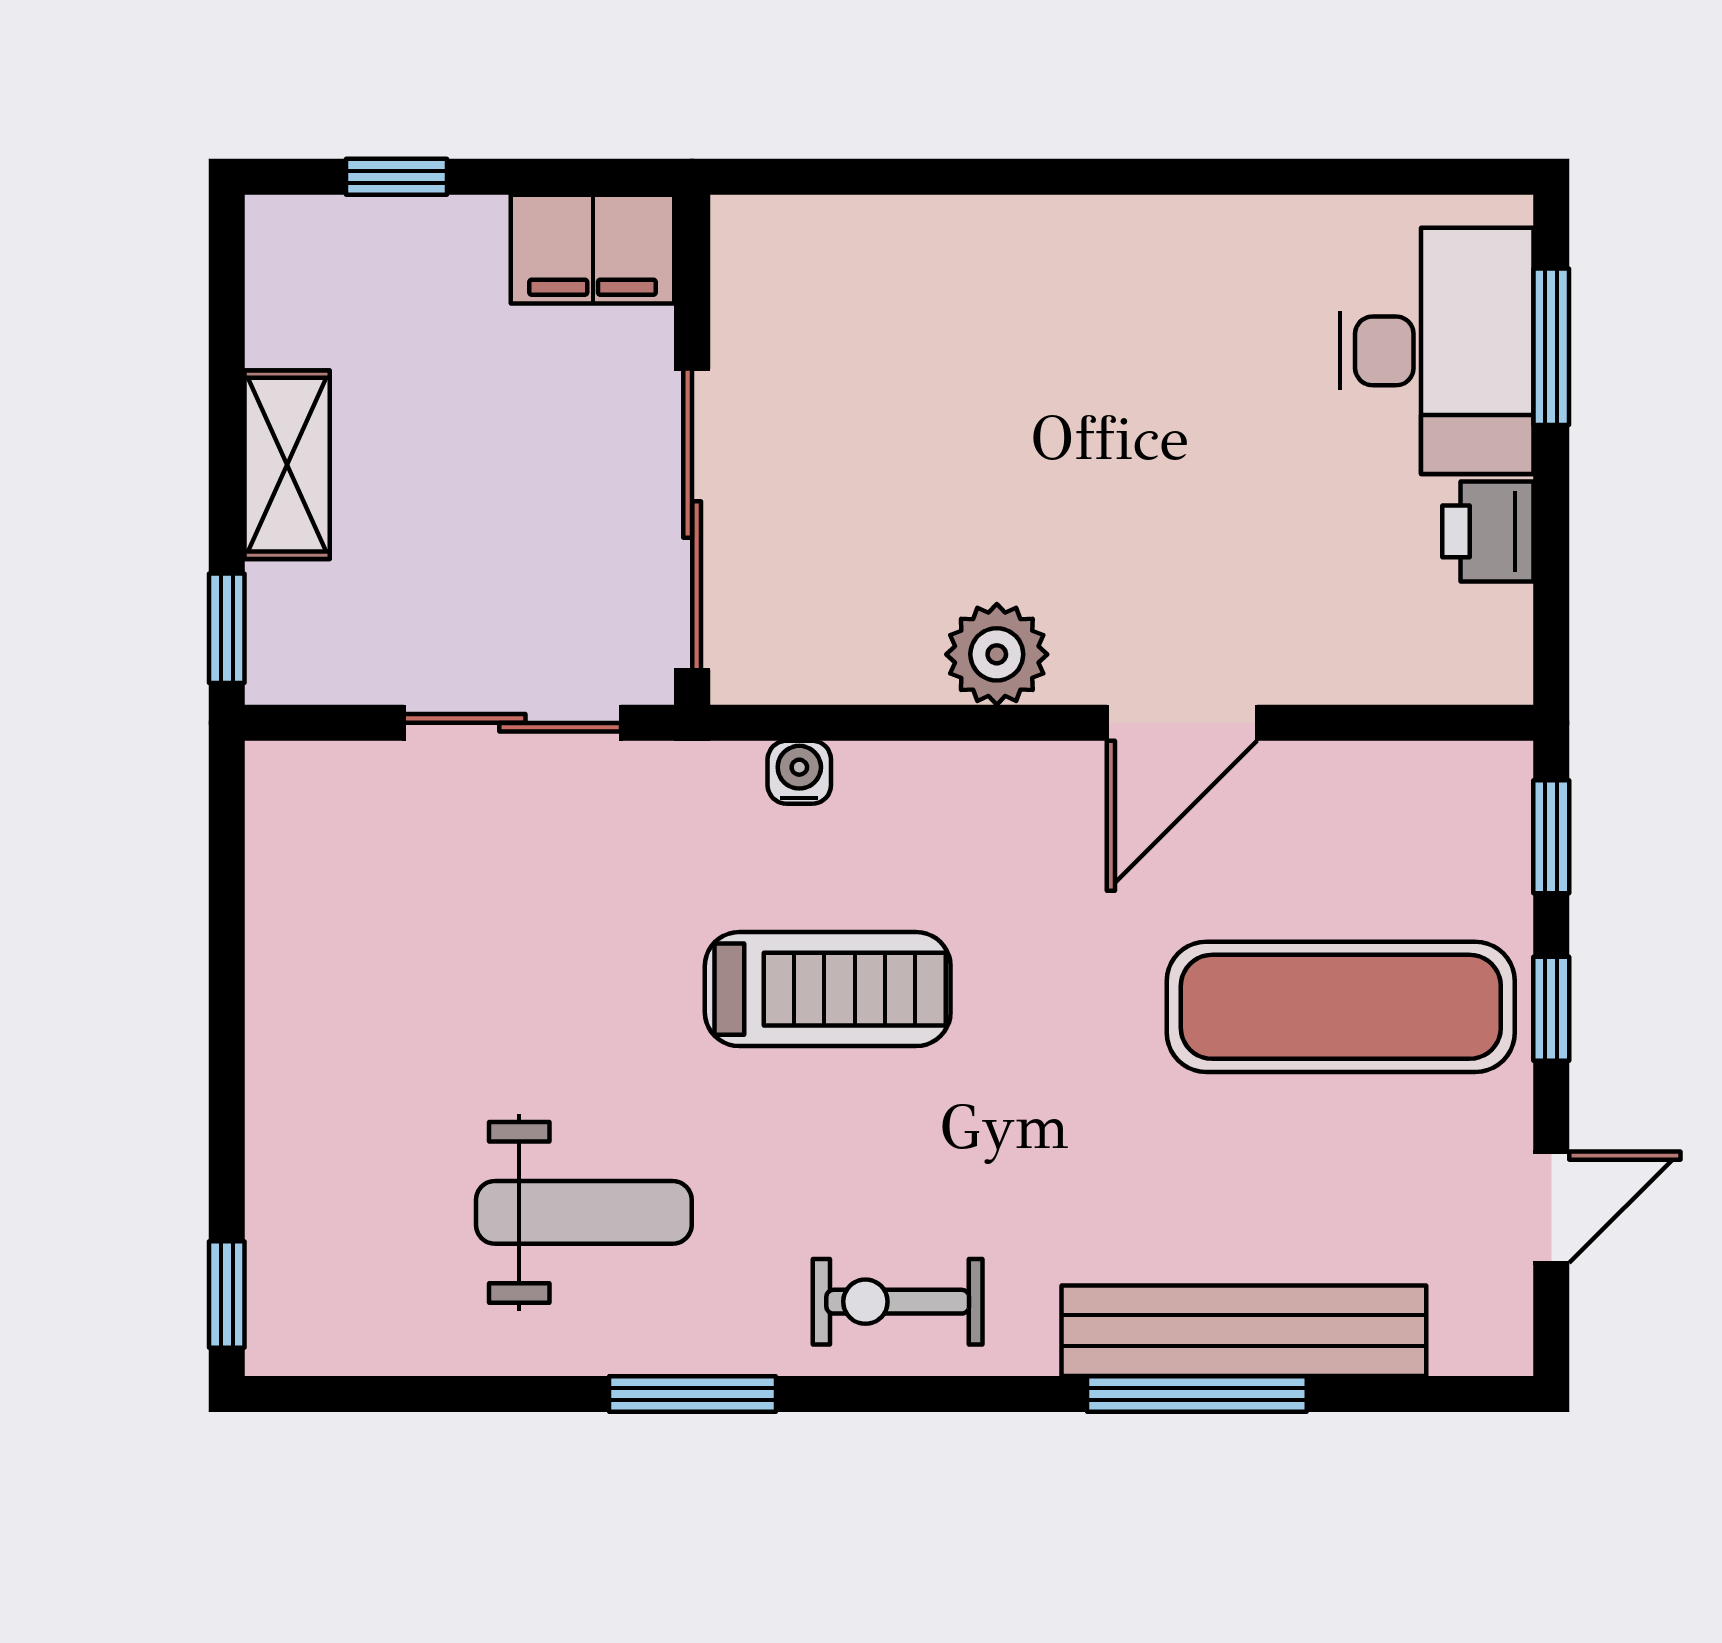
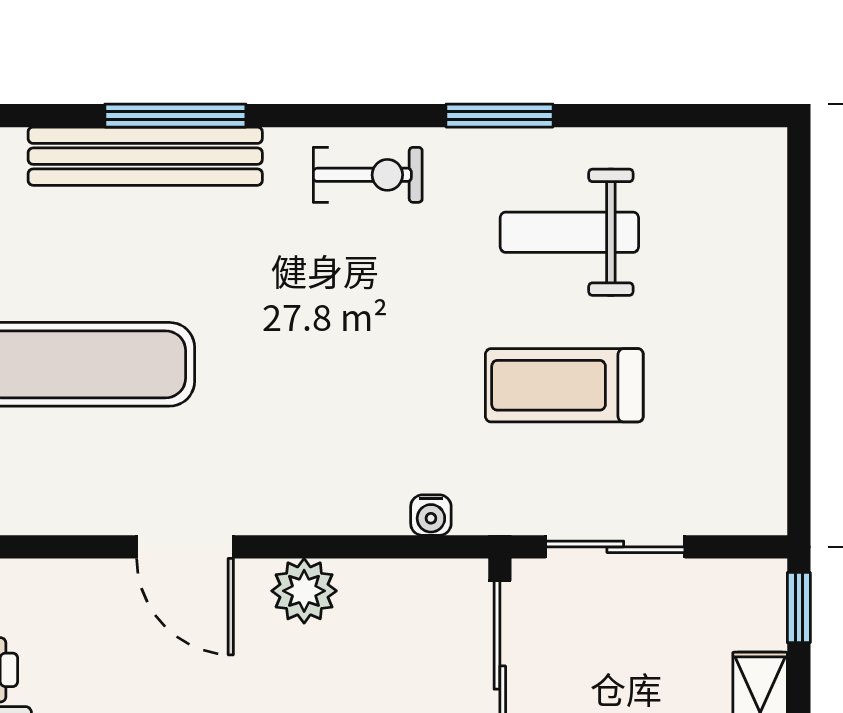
door: (1182, 723) -> (185, 547), swing flipped
treadmill: (828, 989) -> (564, 385), moved
window: (227, 1294) -> (799, 180), removed

